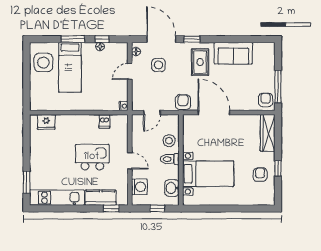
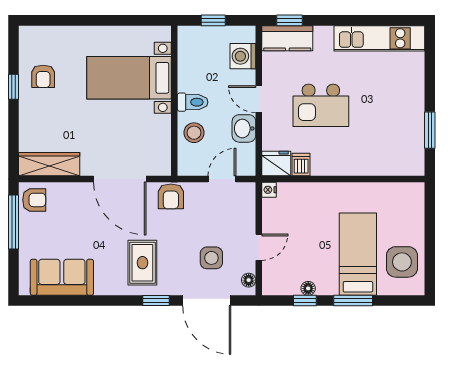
sofa: (233, 53) -> (62, 277), moved
armchair: (266, 100) -> (34, 200), turned -90
fridge: (46, 122) -> (276, 164), moved
wardrobe: (268, 133) -> (49, 164), moved, turned -90
window: (27, 182) -> (430, 130), moved
washbasin: (172, 188) -> (244, 128), moved, turned 180
kitchen counter: (101, 198) -> (287, 38), moved

